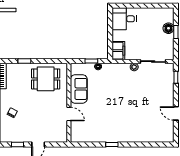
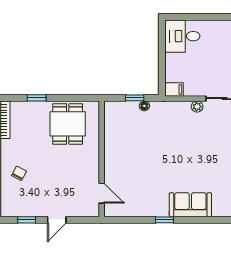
filing cabinet: (118, 51) -> (174, 89), width x0.50
dining table: (46, 79) -> (68, 124), turned 90
sofa: (79, 89) -> (190, 205), moved, turned -90
door: (69, 114) -> (102, 193), moved

